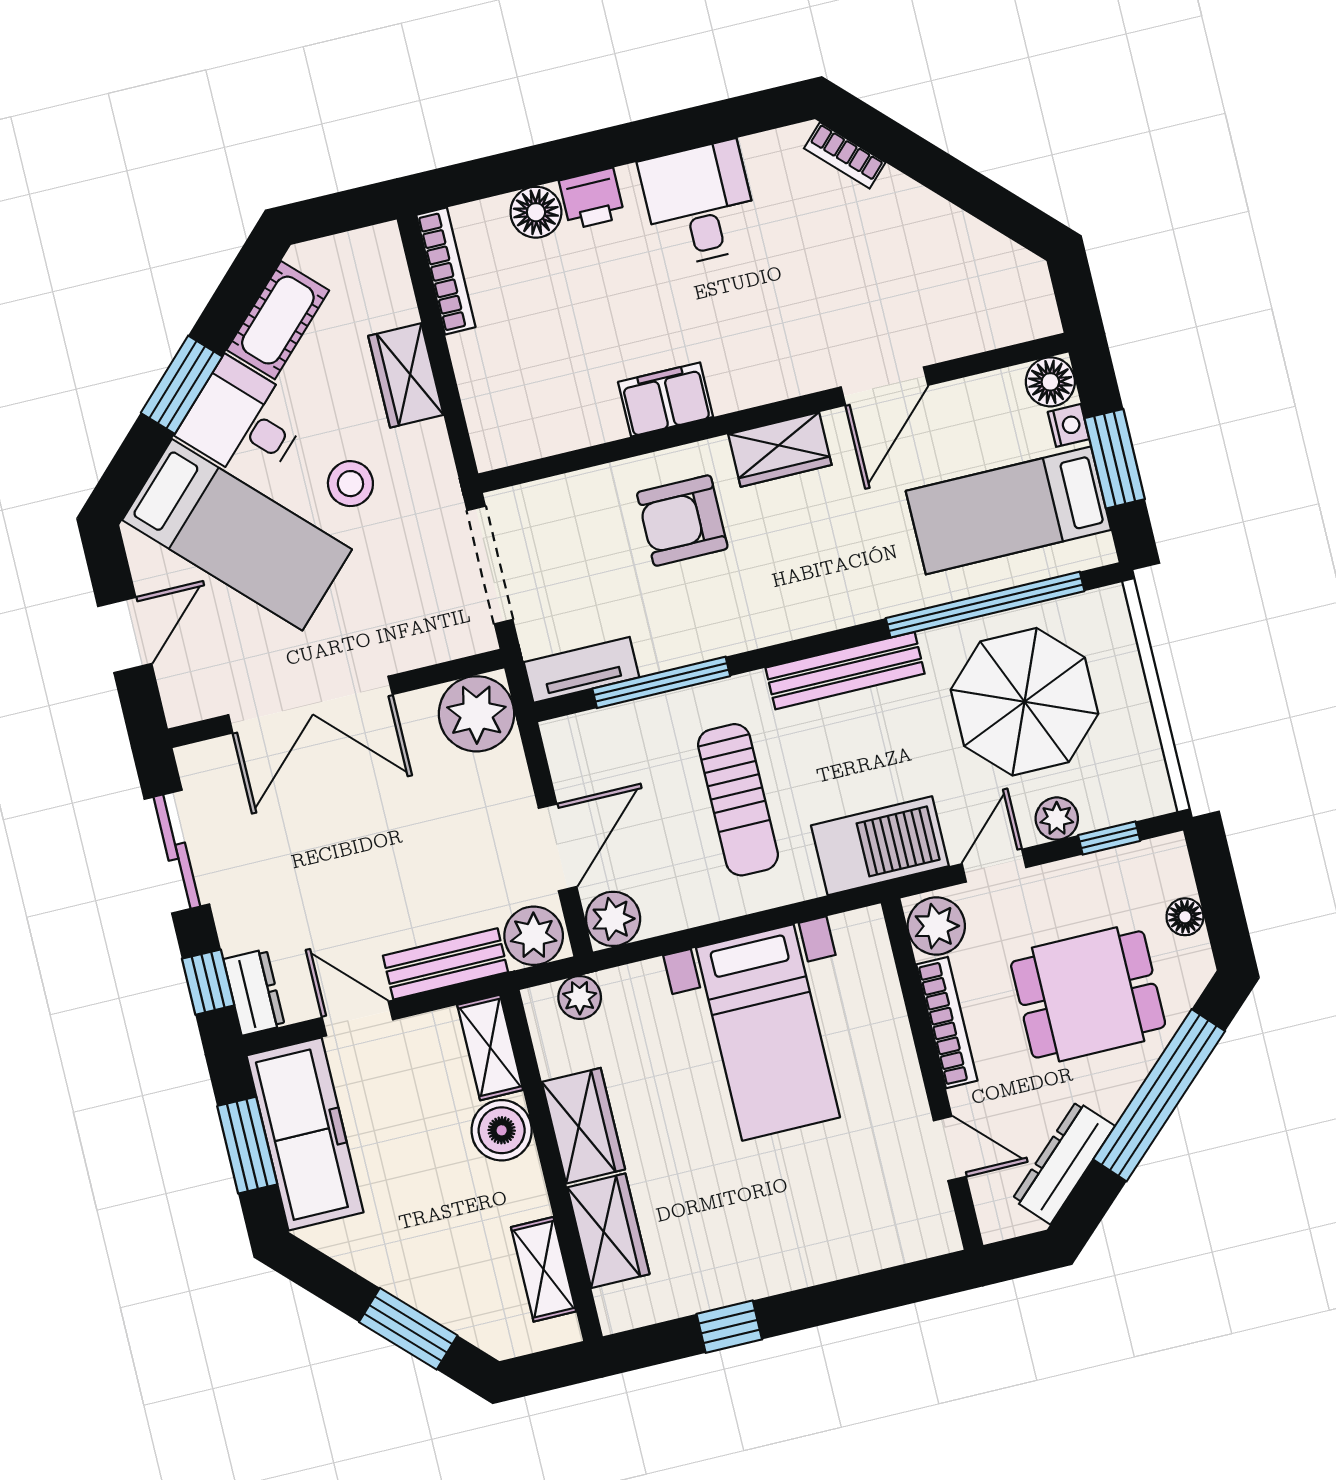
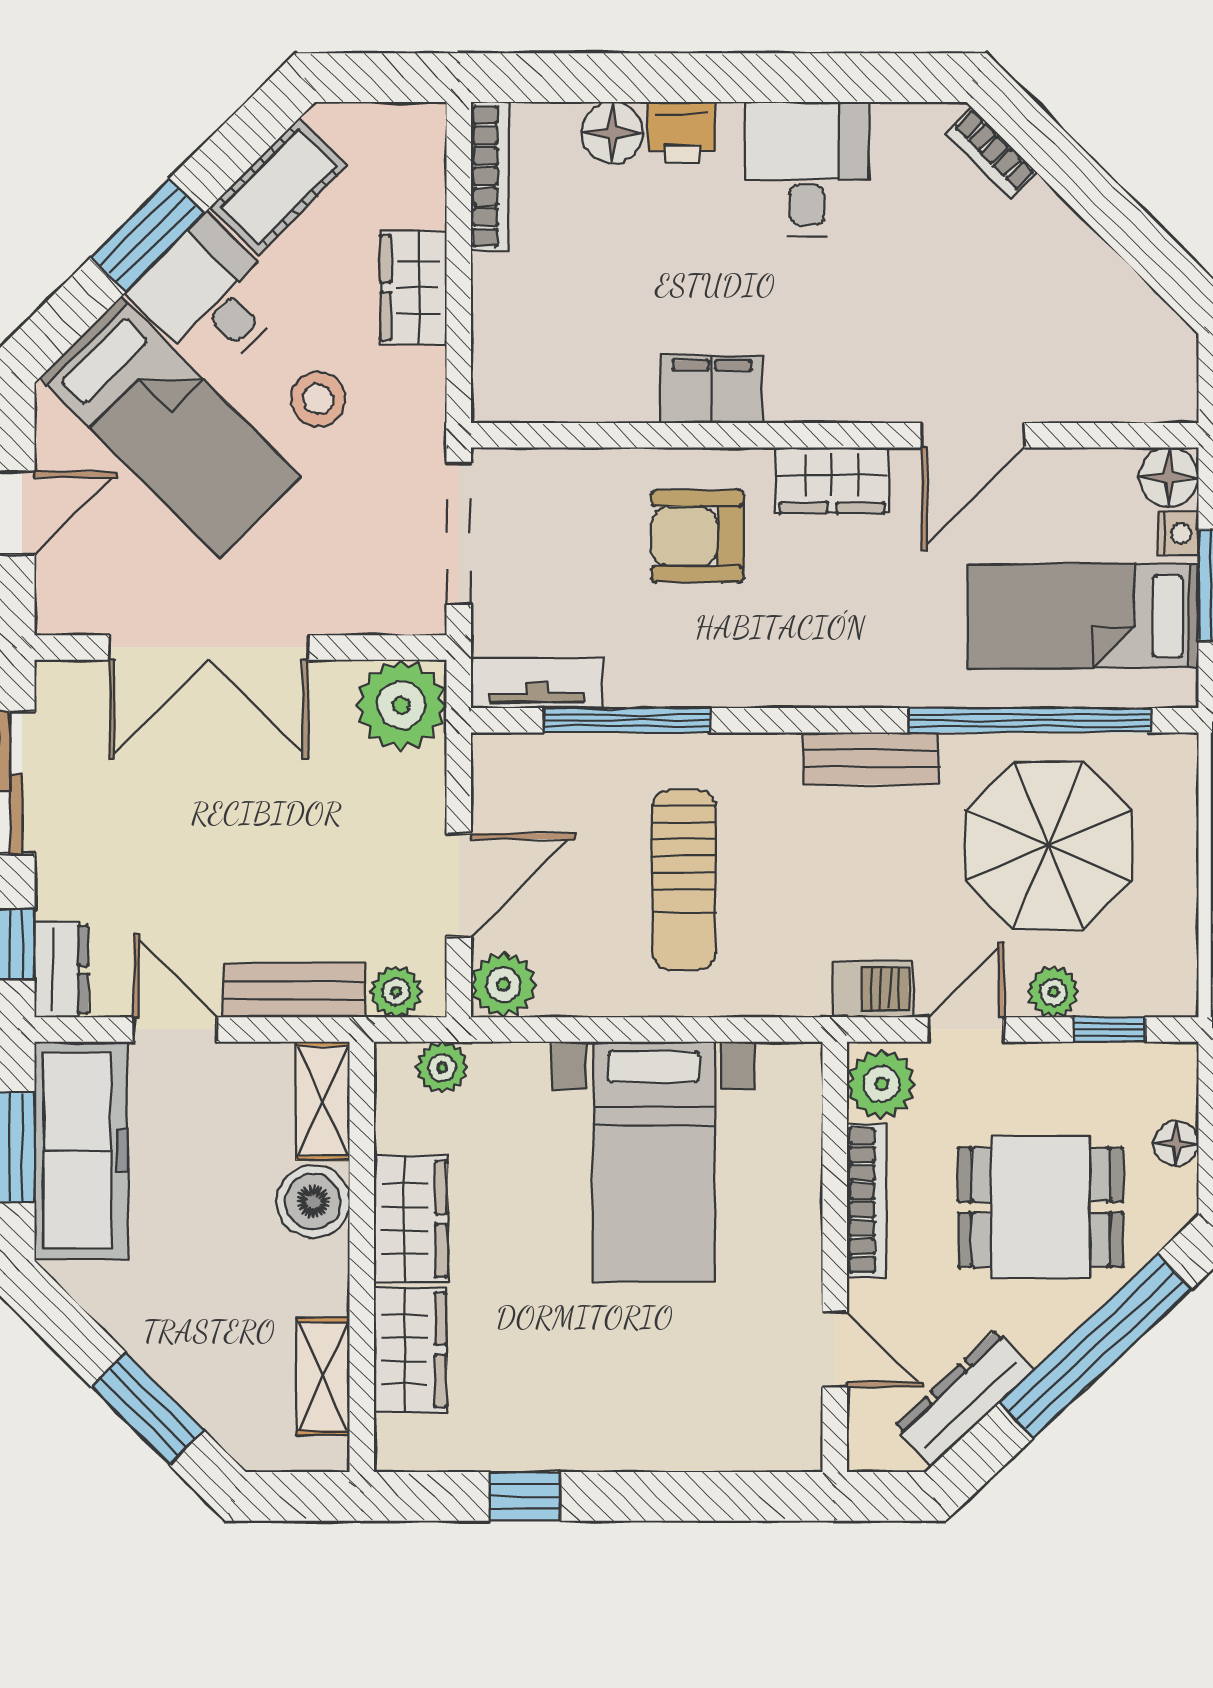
bench: (845, 671) -> (871, 758), width x0.73
barbecue: (880, 846) -> (873, 989), width x0.53, depth x0.65
plant: (534, 936) -> (396, 992), width x0.73, depth x0.73

